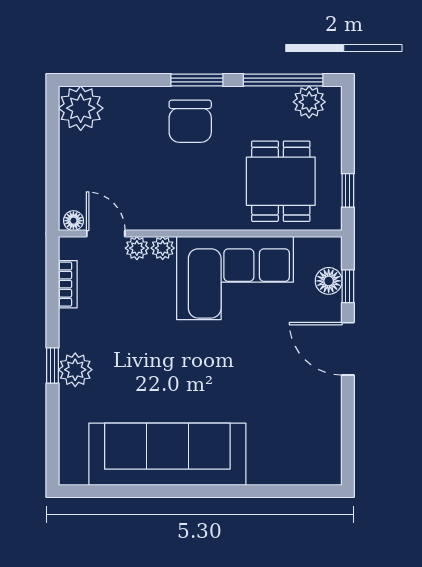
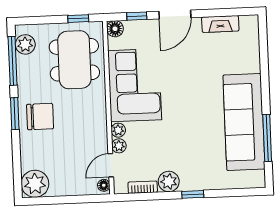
dining table: (281, 181) -> (74, 60), width x1.38
floor lamp: (329, 281) -> (115, 29), moved
plant: (75, 370) -> (169, 181), moved
fireplace: (329, 422) -> (220, 24), added
window: (140, 491) -> (267, 138), added

